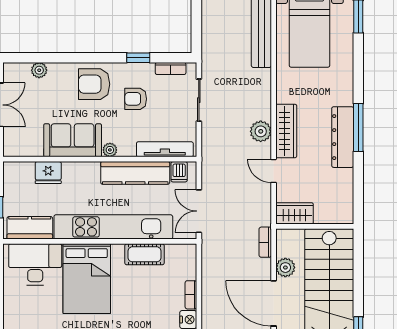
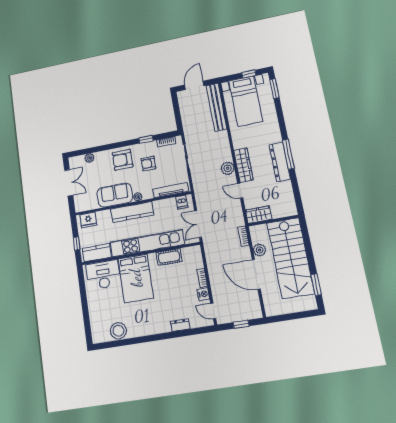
fridge: (48, 173) -> (88, 220), moved
kitchen counter: (135, 173) -> (132, 212), moved

